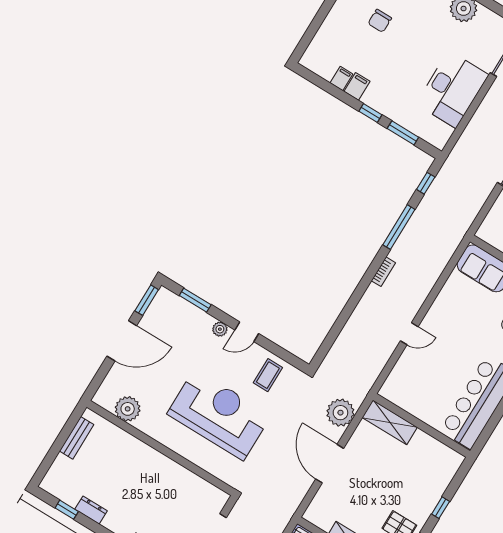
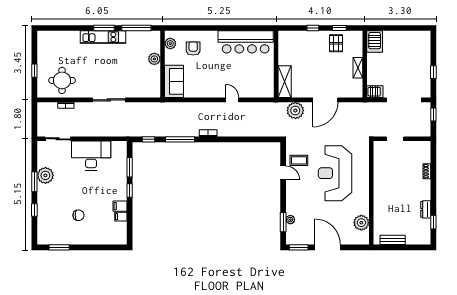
plant: (220, 329) -> (290, 220), moved
door: (247, 332) -> (283, 173), moved

